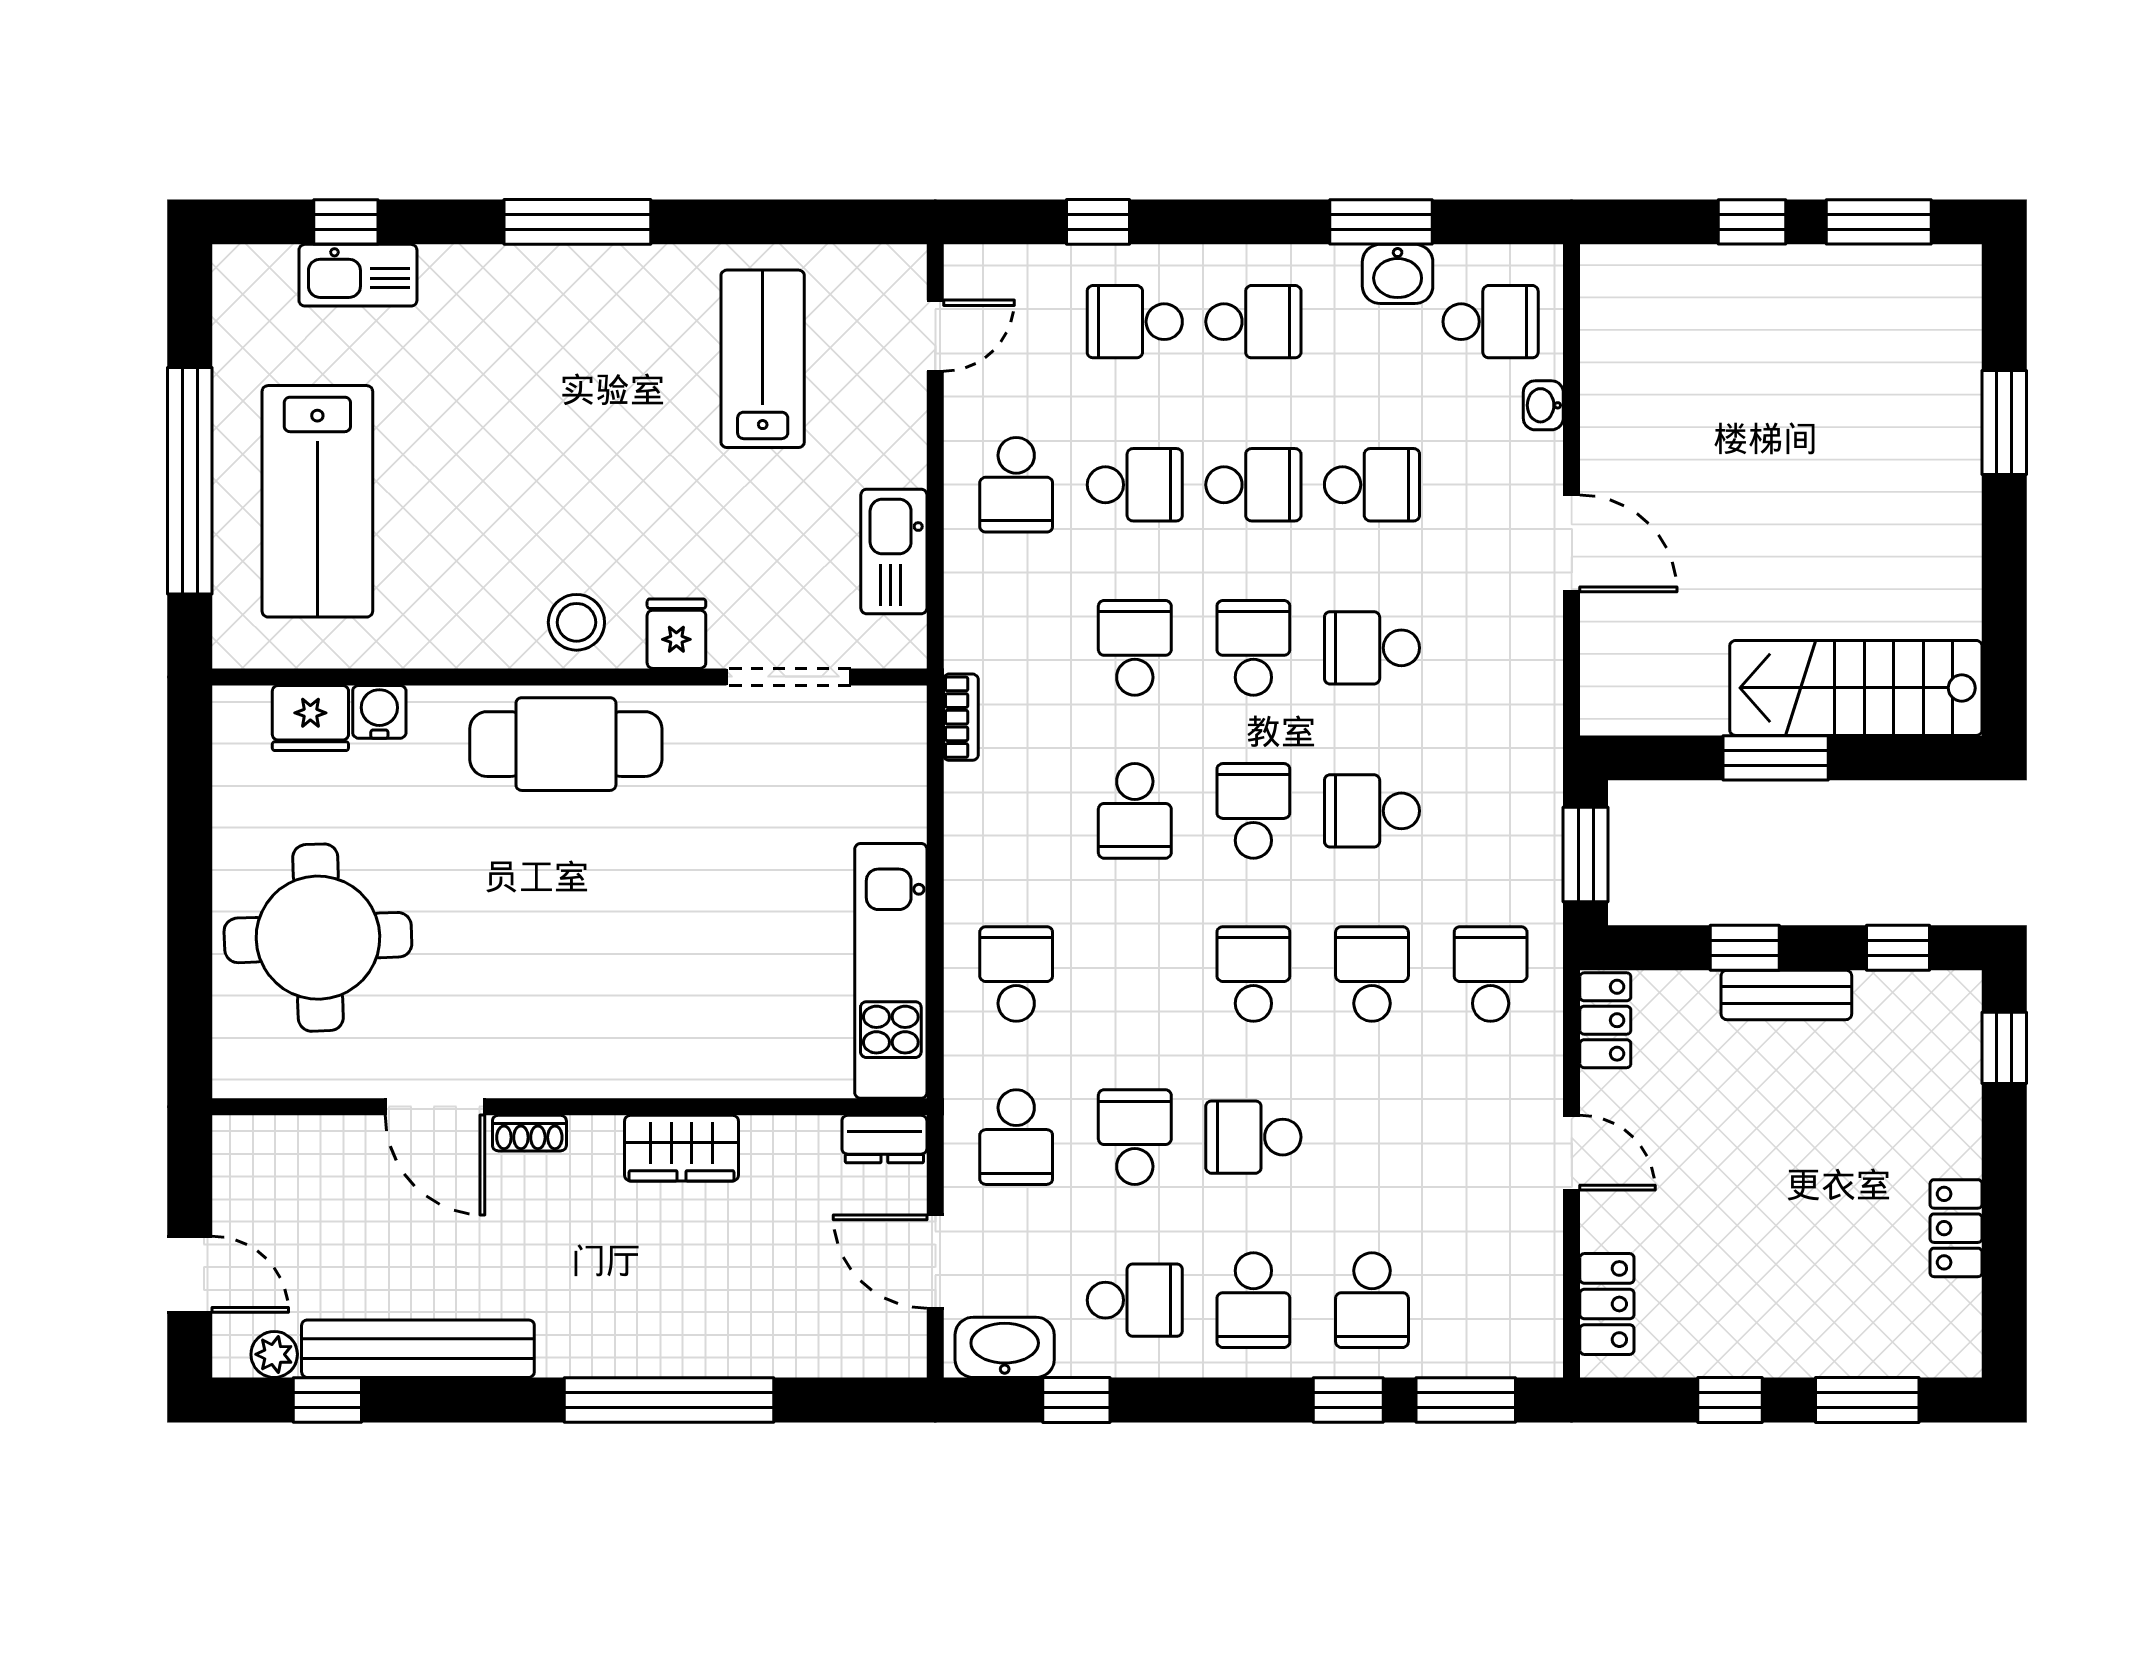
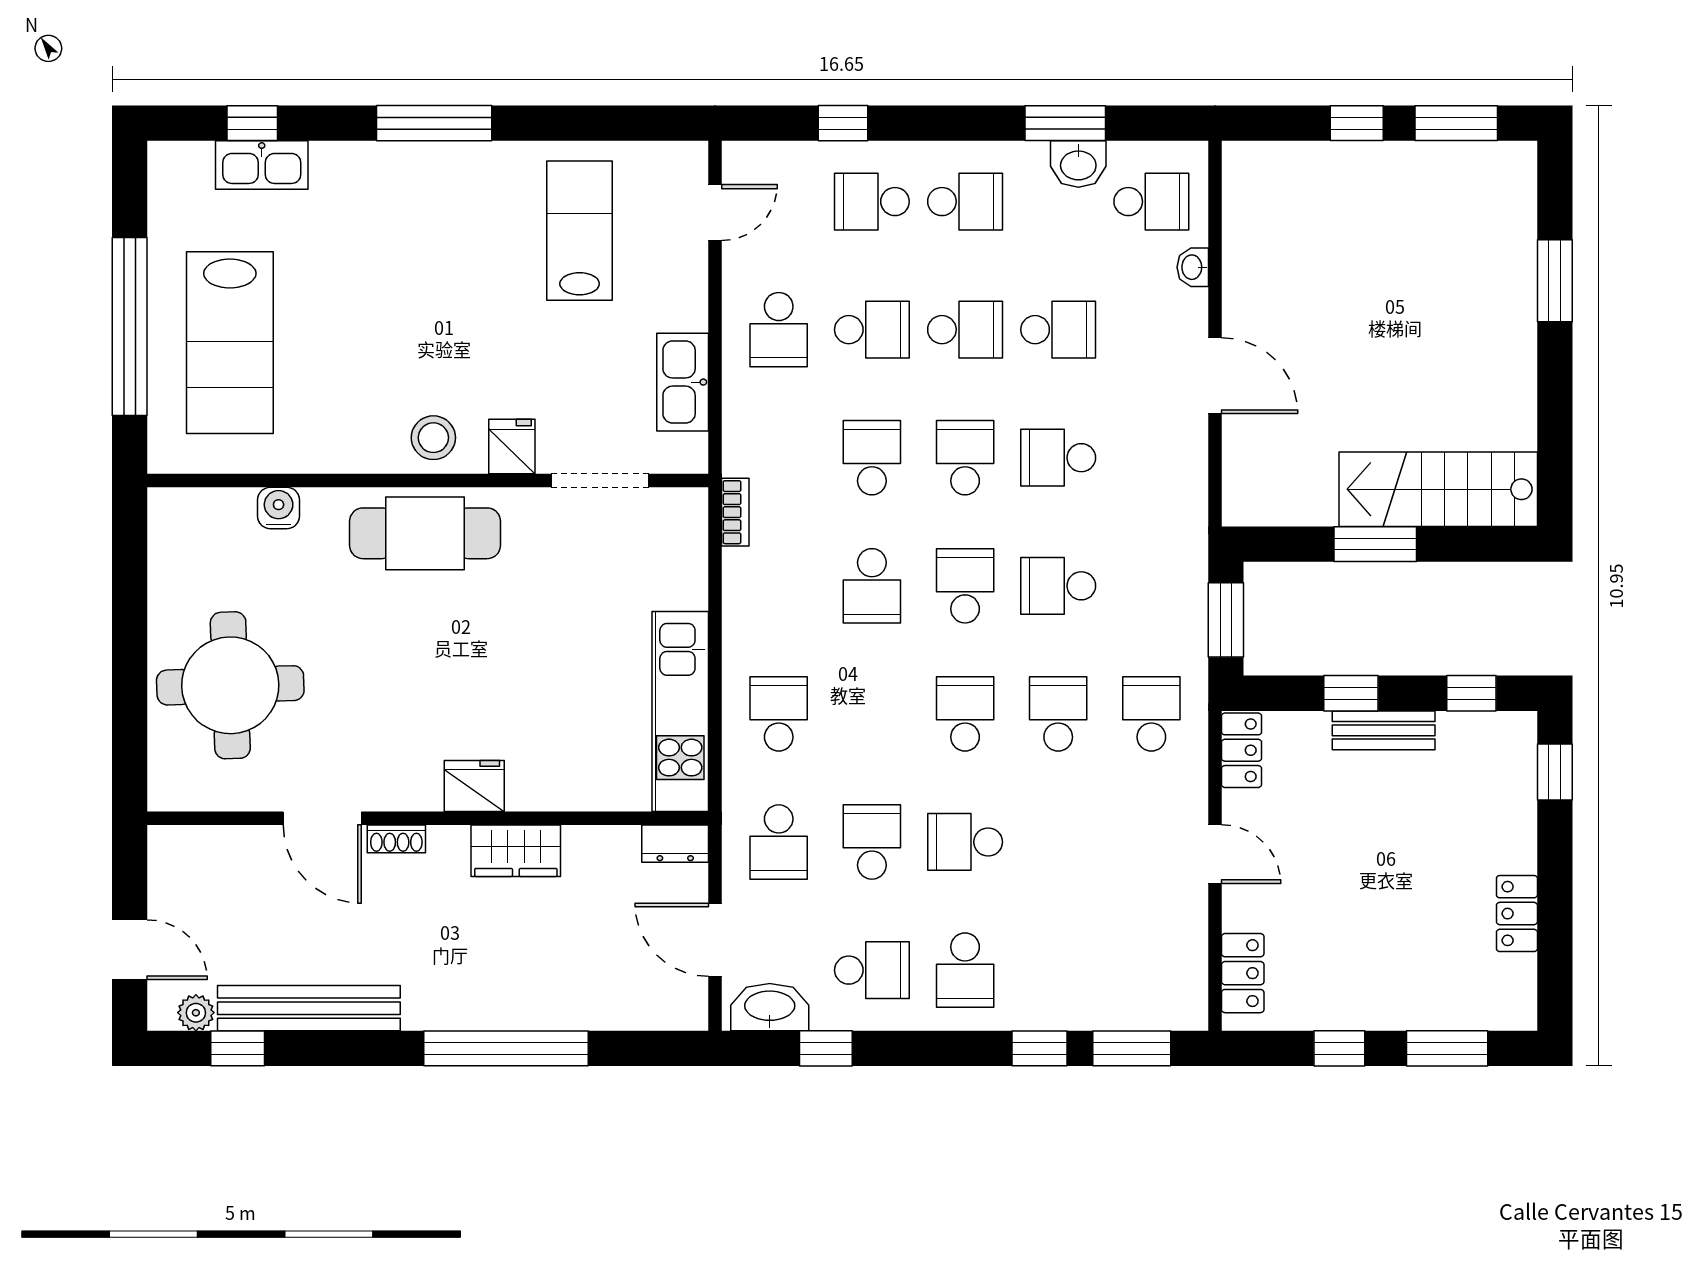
fridge: (310, 718) -> (474, 786), moved, turned 180
school desk: (1372, 1300) -> (1058, 970), removed

